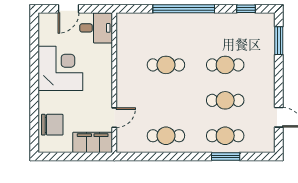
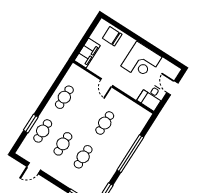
door: (114, 118) -> (107, 83), moved
chair: (52, 125) -> (112, 36), turned 90

